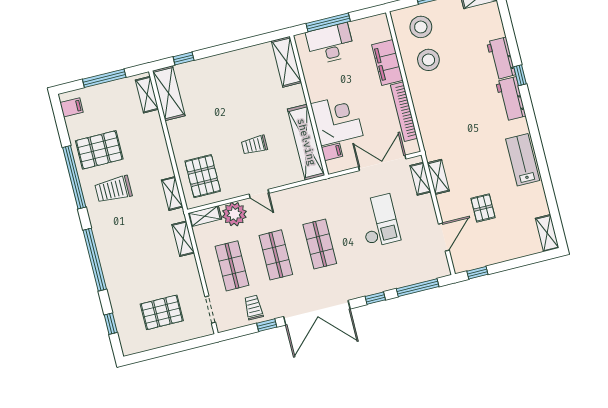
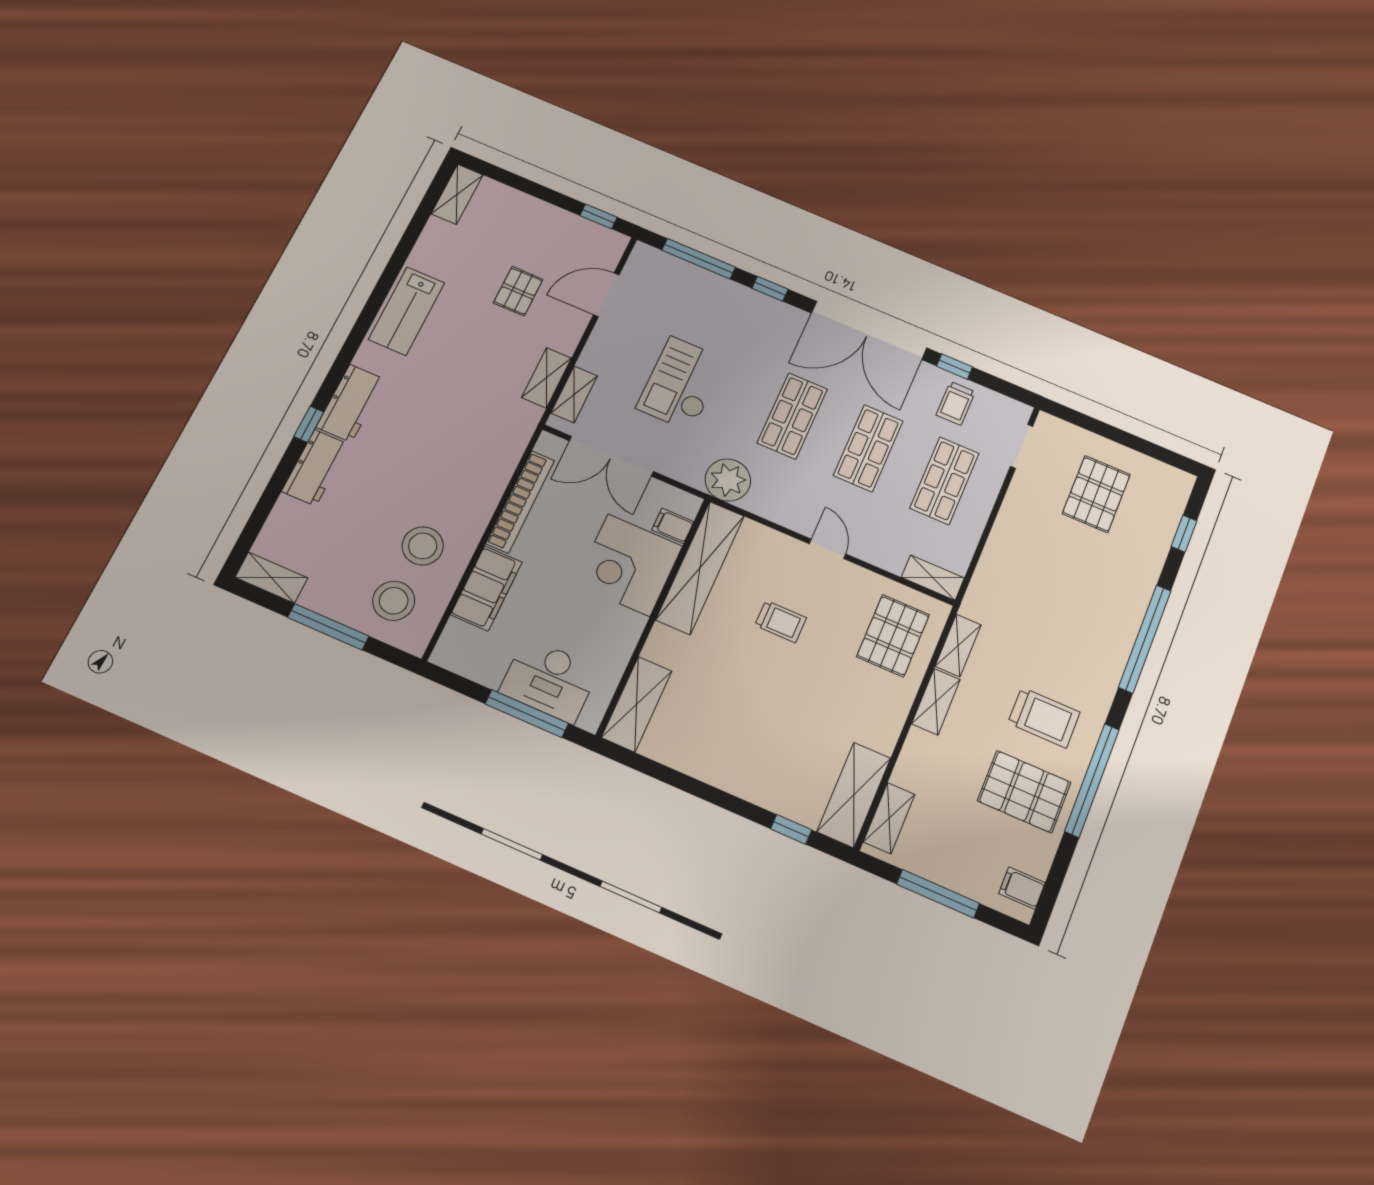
plant: (234, 214) -> (728, 480), moved
shelving: (183, 239) -> (936, 702), moved
pallet: (162, 312) -> (1096, 494), turned 90
double door: (317, 313) -> (869, 331), swing flipped

